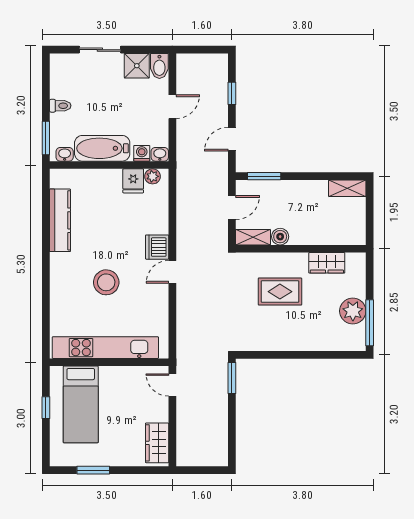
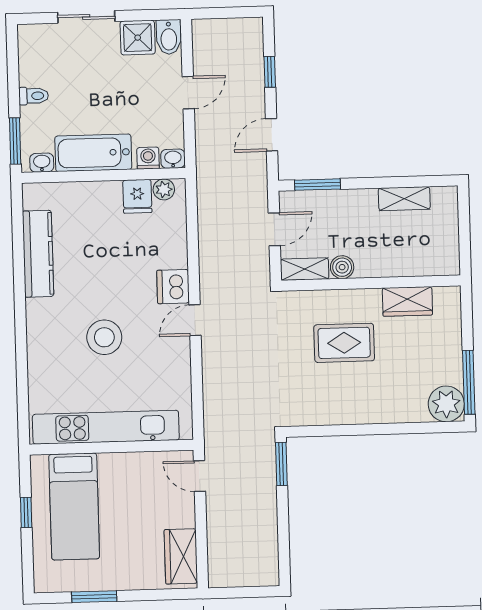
shelving: (347, 188) -> (404, 199), moved
plant: (353, 311) -> (446, 404), moved

